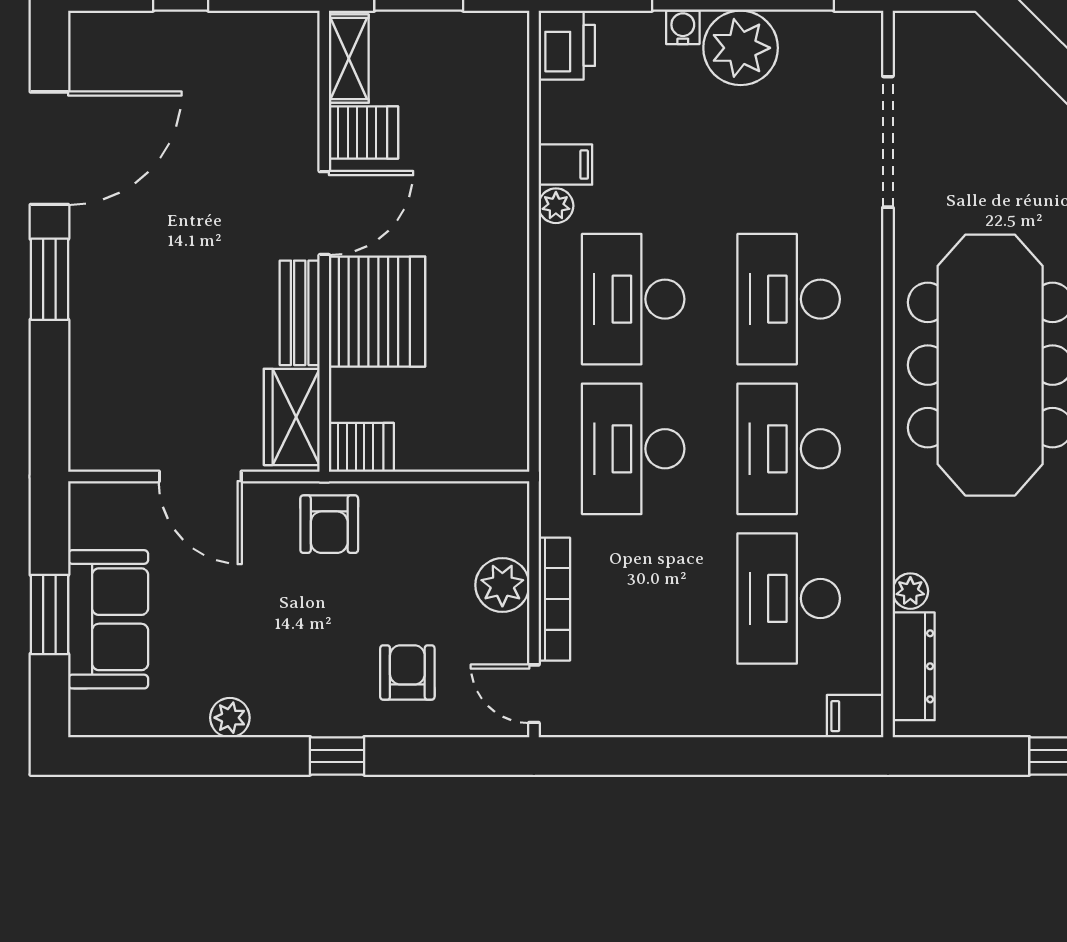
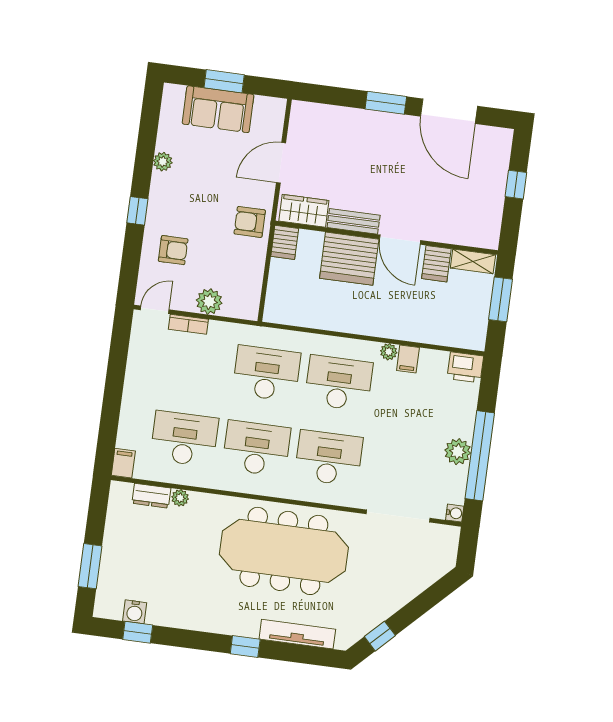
water cooler: (683, 27) -> (455, 513), moved
plant: (741, 48) -> (458, 452), width x0.73, depth x0.73
bookcase: (554, 599) -> (188, 324), width x0.64
dresser: (914, 666) -> (151, 496), width x0.70

